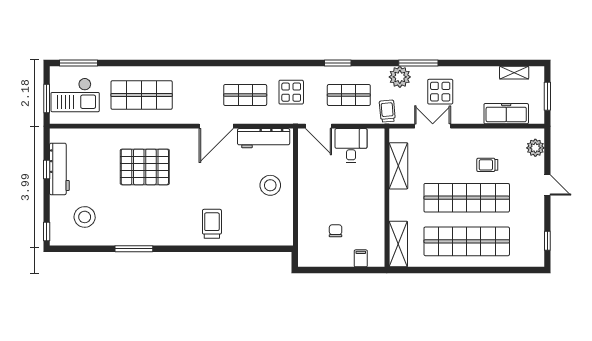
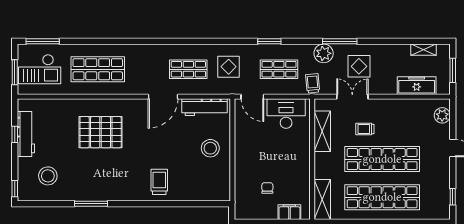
desk: (351, 146) -> (286, 113), width x1.37
trolley: (487, 165) -> (365, 129), moved
filing cabinet: (361, 258) -> (289, 212), width x2.00

